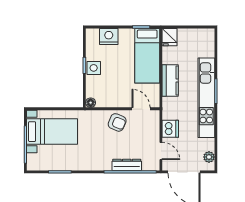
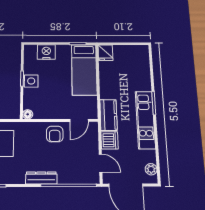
kitchen counter: (170, 80) -> (108, 115), moved
kitchen unit: (206, 98) -> (145, 120), width x0.73
door: (141, 109) -> (79, 120), swing flipped
armchair: (117, 122) -> (55, 134), turned 67
dresser: (127, 165) -> (41, 178), moved

